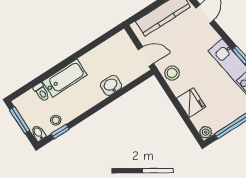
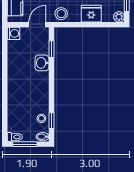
washing machine: (122, 38) -> (14, 33), added
bathtub: (65, 78) -> (16, 93), removed
window: (131, 86) -> (51, 49), added
toilet: (41, 92) -> (15, 137), moved

